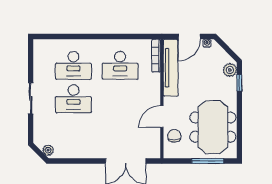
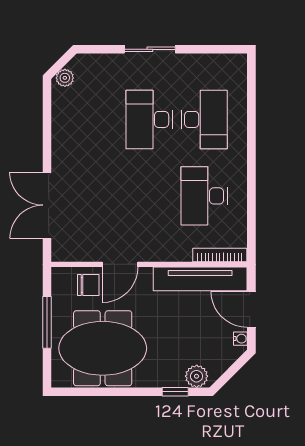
desk: (73, 65) -> (204, 119), turned 180
door: (162, 117) -> (120, 264), swing flipped
window: (208, 161) -> (47, 322), moved

